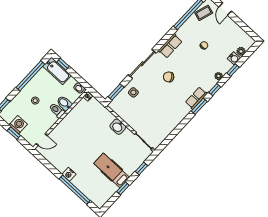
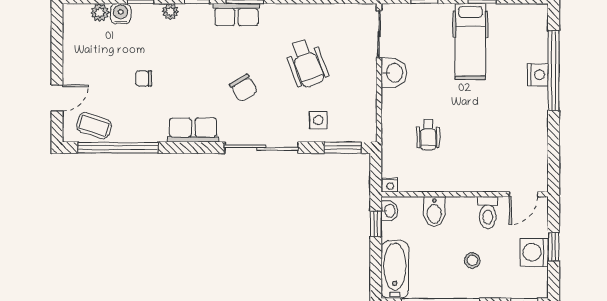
window: (63, 64) -> (376, 224), moved
wheelchair: (157, 107) -> (307, 63), added
toilet: (57, 110) -> (488, 213), moved
wheelchair: (93, 126) -> (428, 135), added
washbasin: (118, 127) -> (394, 73), moved
door: (42, 140) -> (523, 194), swing flipped
nightstand: (69, 174) -> (538, 75), moved

